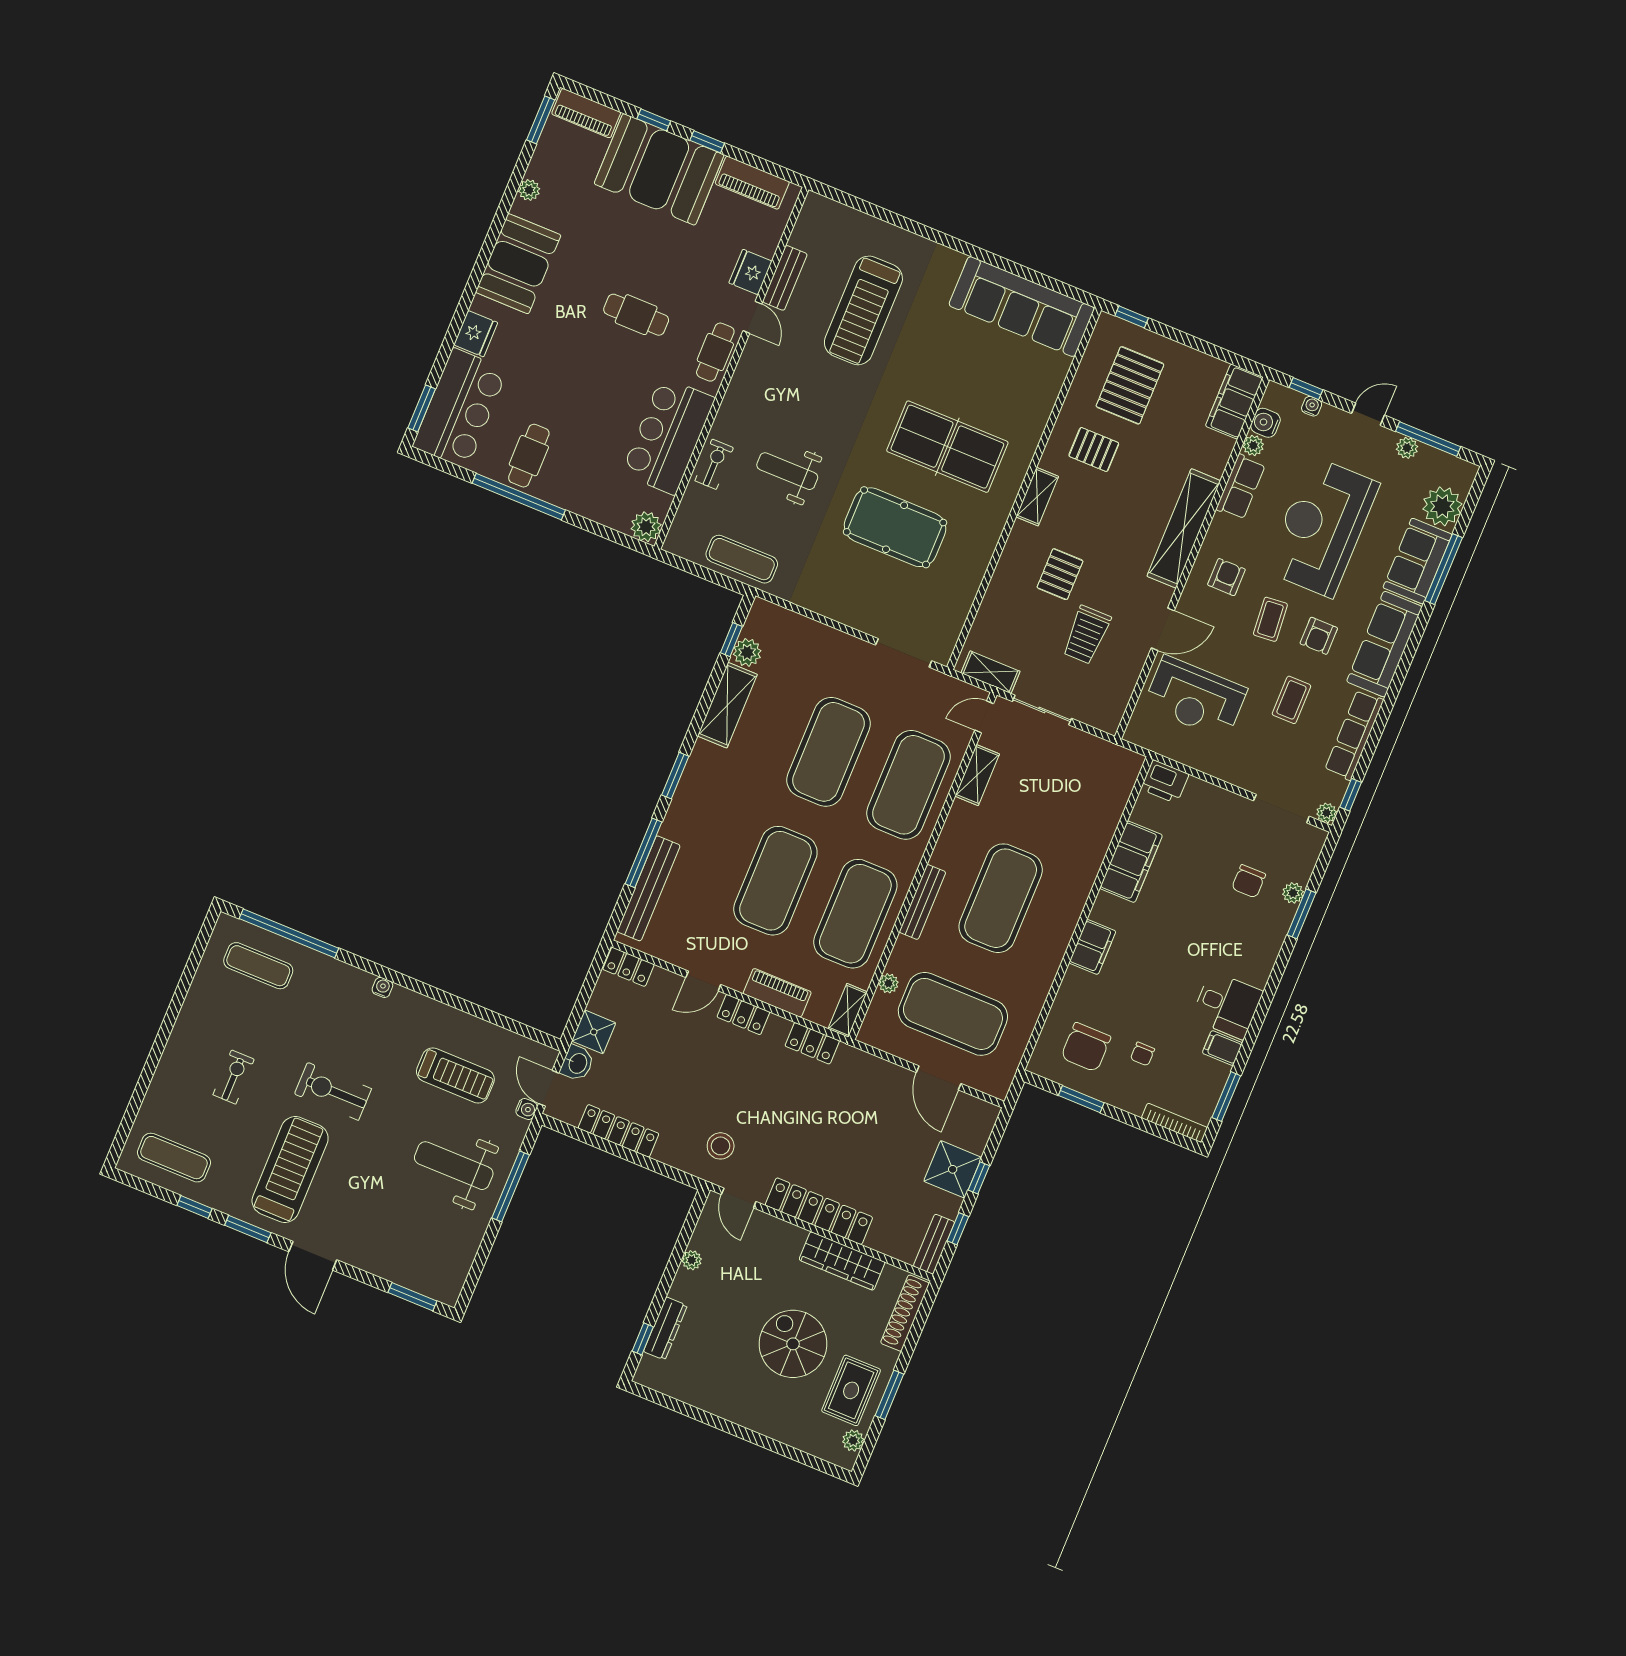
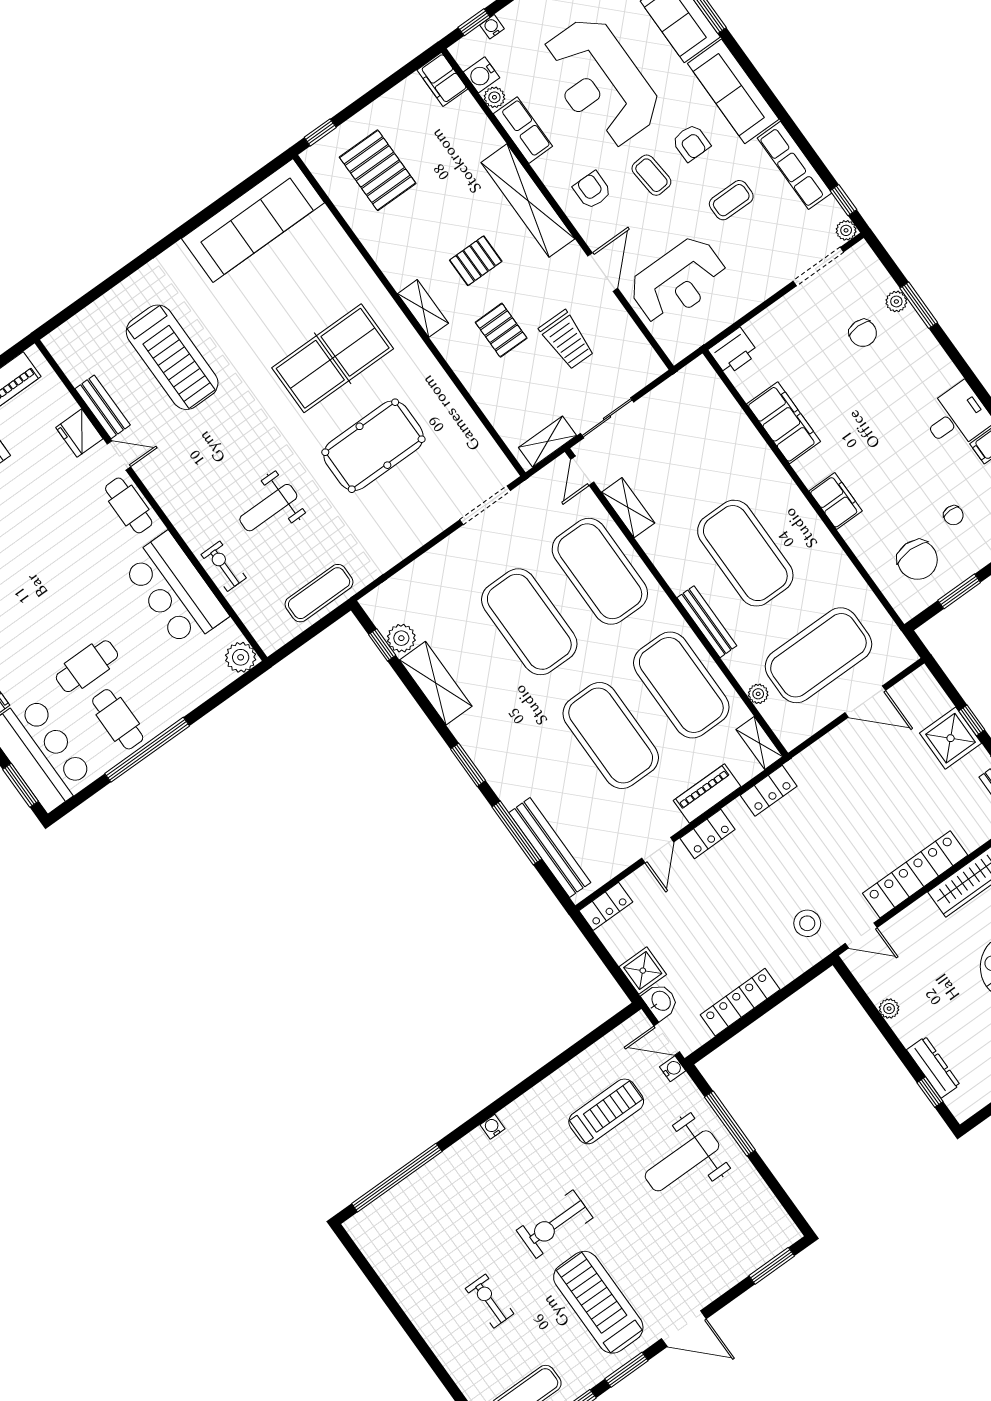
cafe table: (636, 315) -> (87, 666), moved
filing cabinet: (1234, 401) -> (442, 79), width x0.67, depth x0.86
pallet: (1094, 449) -> (476, 261), moved
coffee table: (1291, 700) -> (731, 200), turned 90
exercise mat: (258, 966) -> (408, 1221), removed

